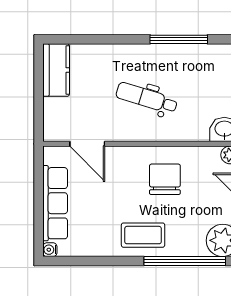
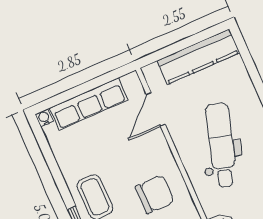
kitchen counter: (56, 70) -> (198, 57), width x1.50
dental chair: (147, 98) -> (221, 145), width x1.36, depth x1.38

